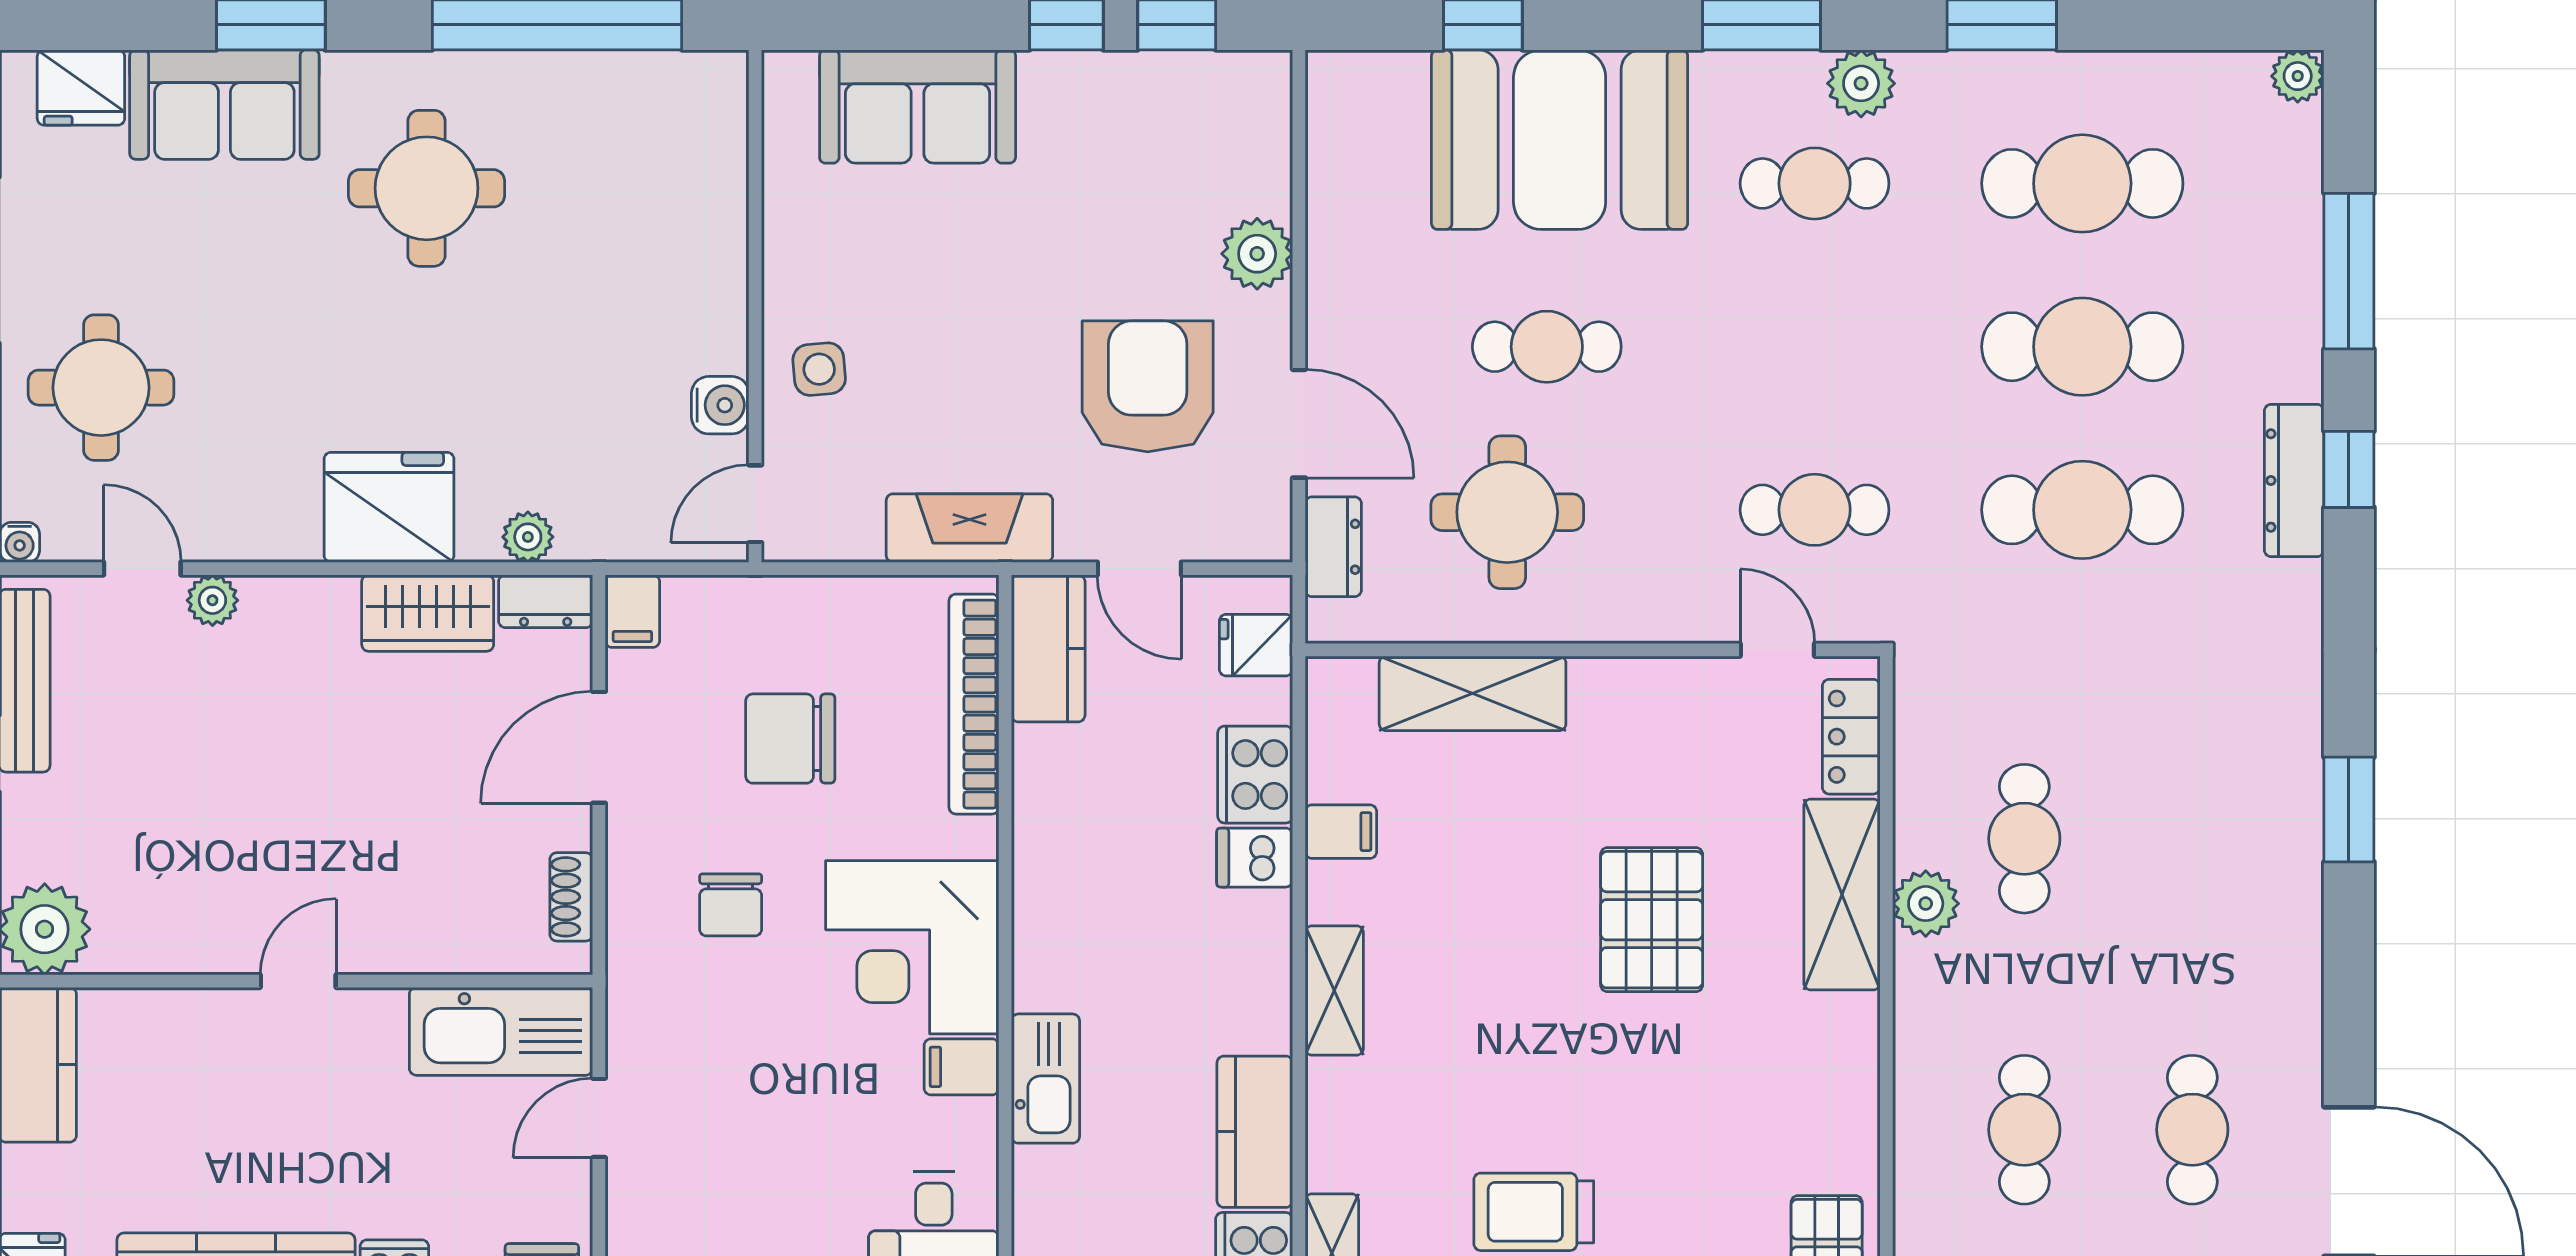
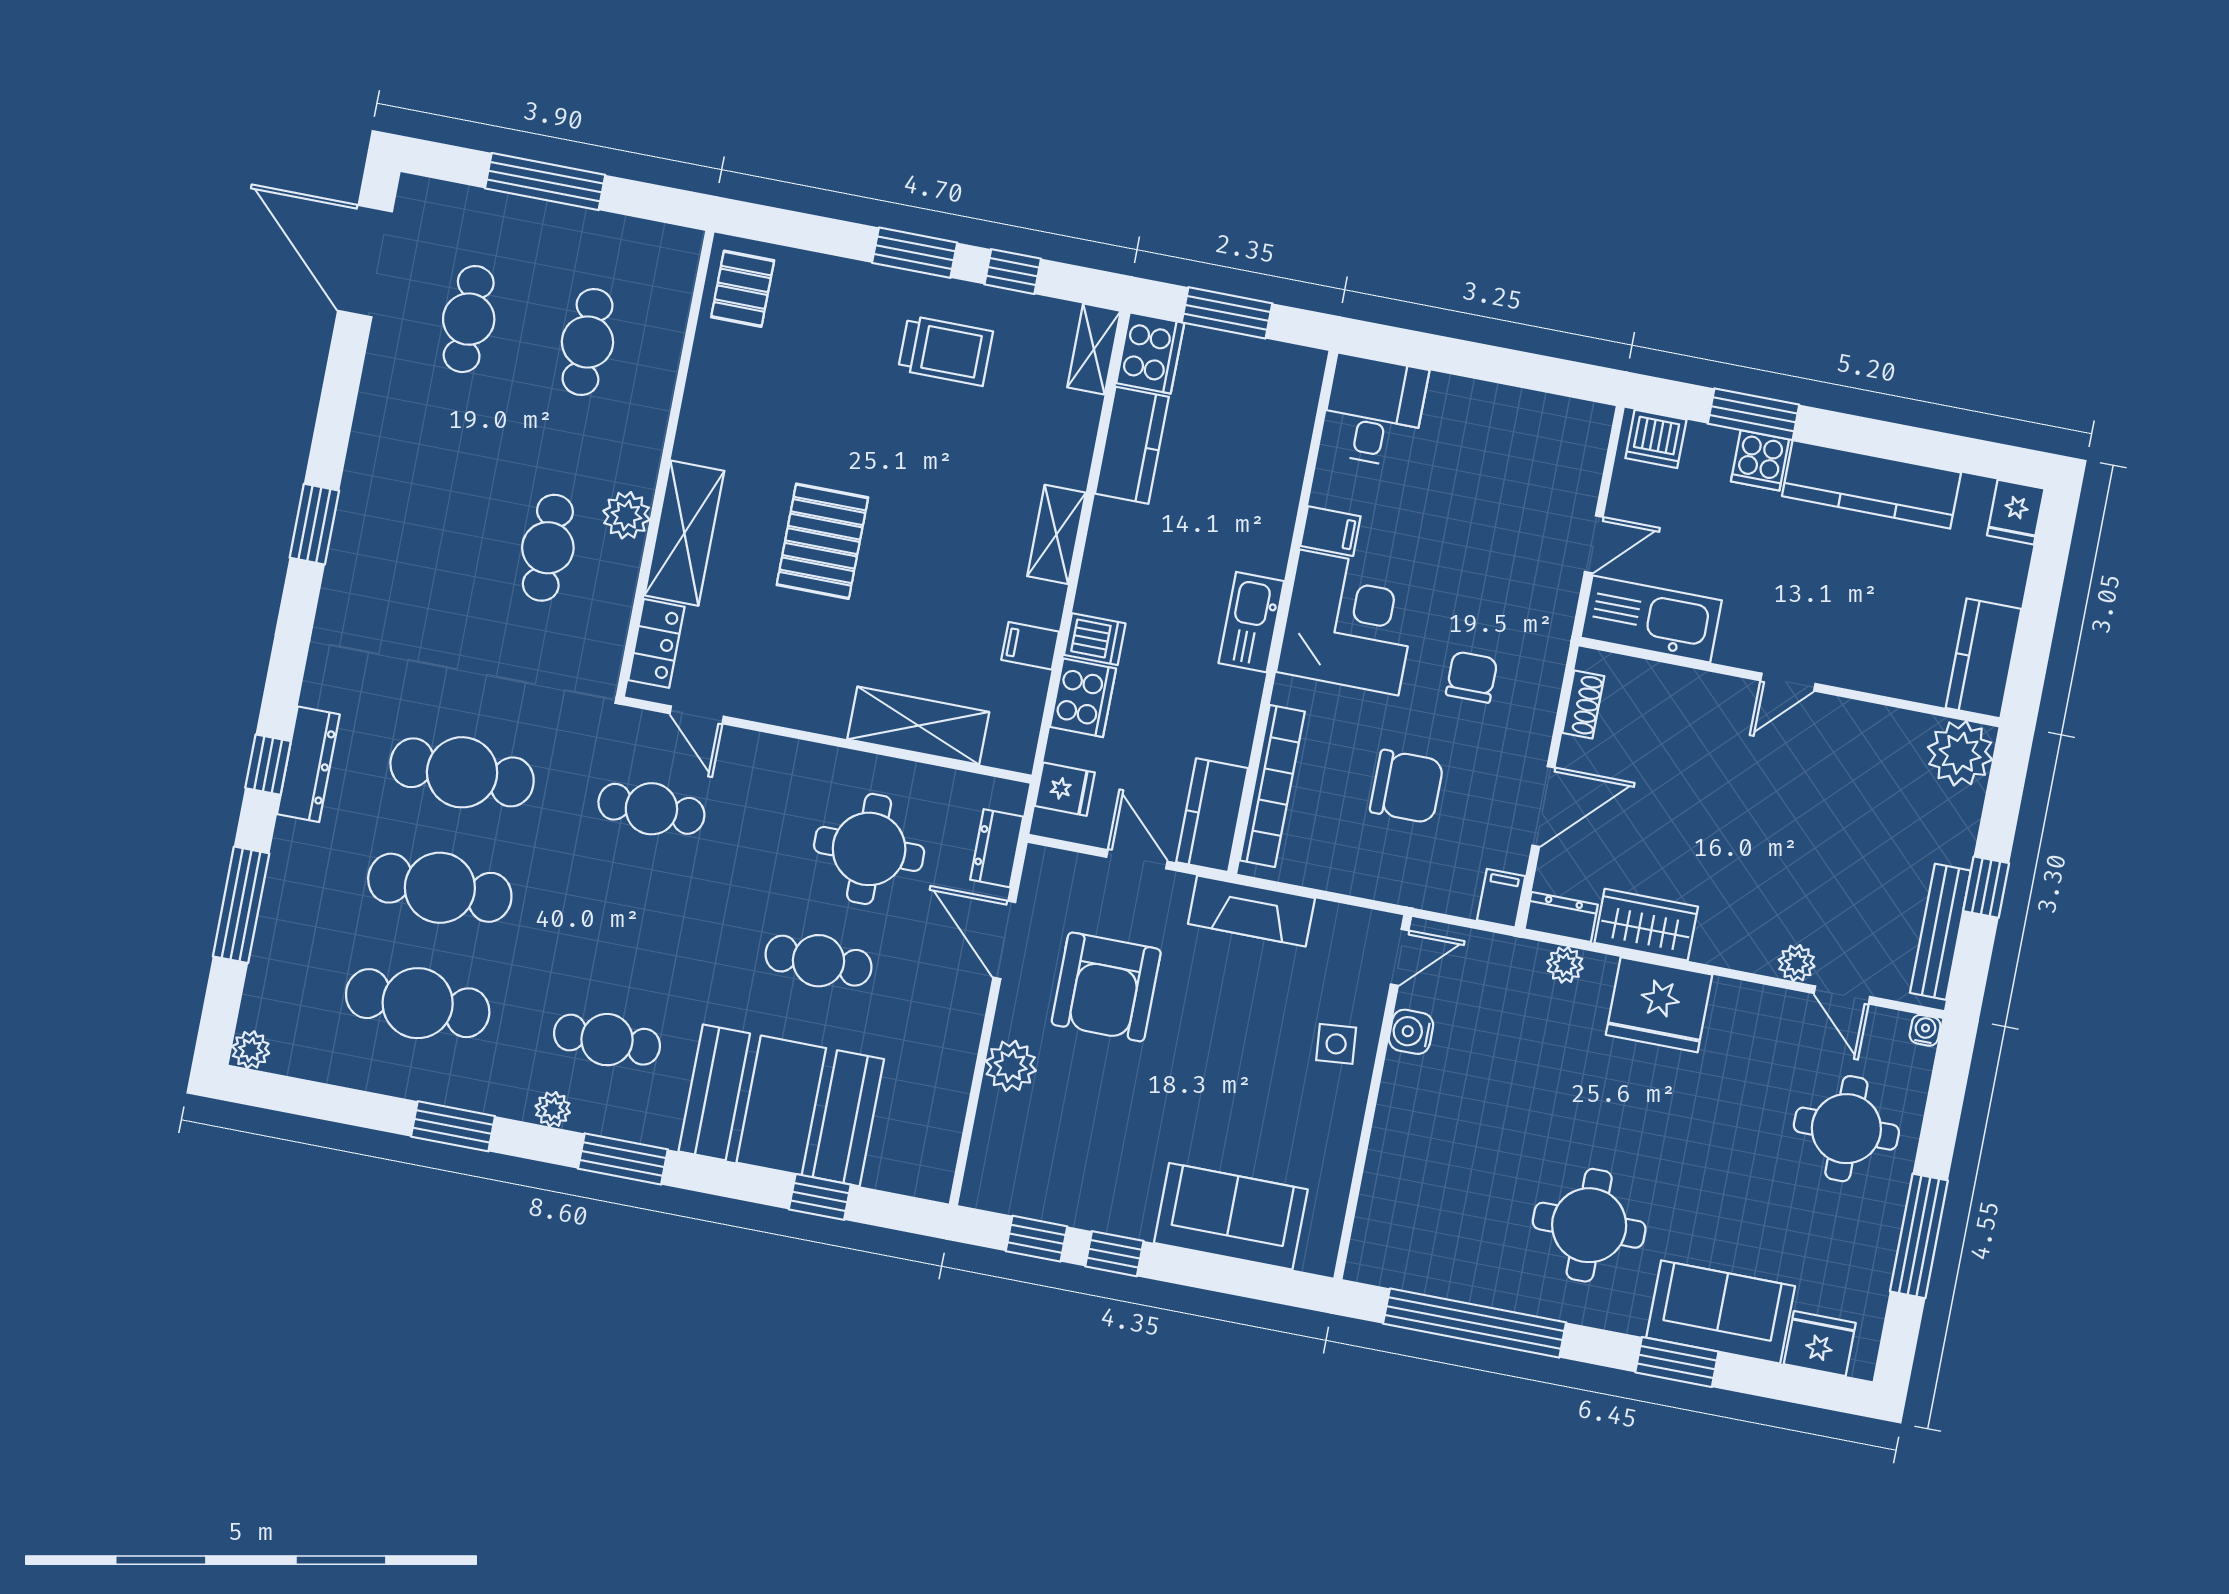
plant: (1861, 83) -> (553, 1109), width x0.73, depth x0.73
kitchen sink: (1045, 1079) -> (1251, 622), moved

